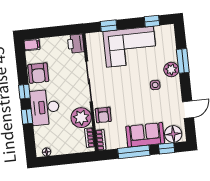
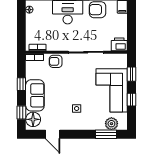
window: (152, 21) -> (131, 100), moved
window: (183, 61) -> (106, 134), moved
plant: (171, 69) -> (111, 124), moved
plant: (81, 118) -> (55, 42), removed
window: (134, 152) -> (21, 84), width x0.46

